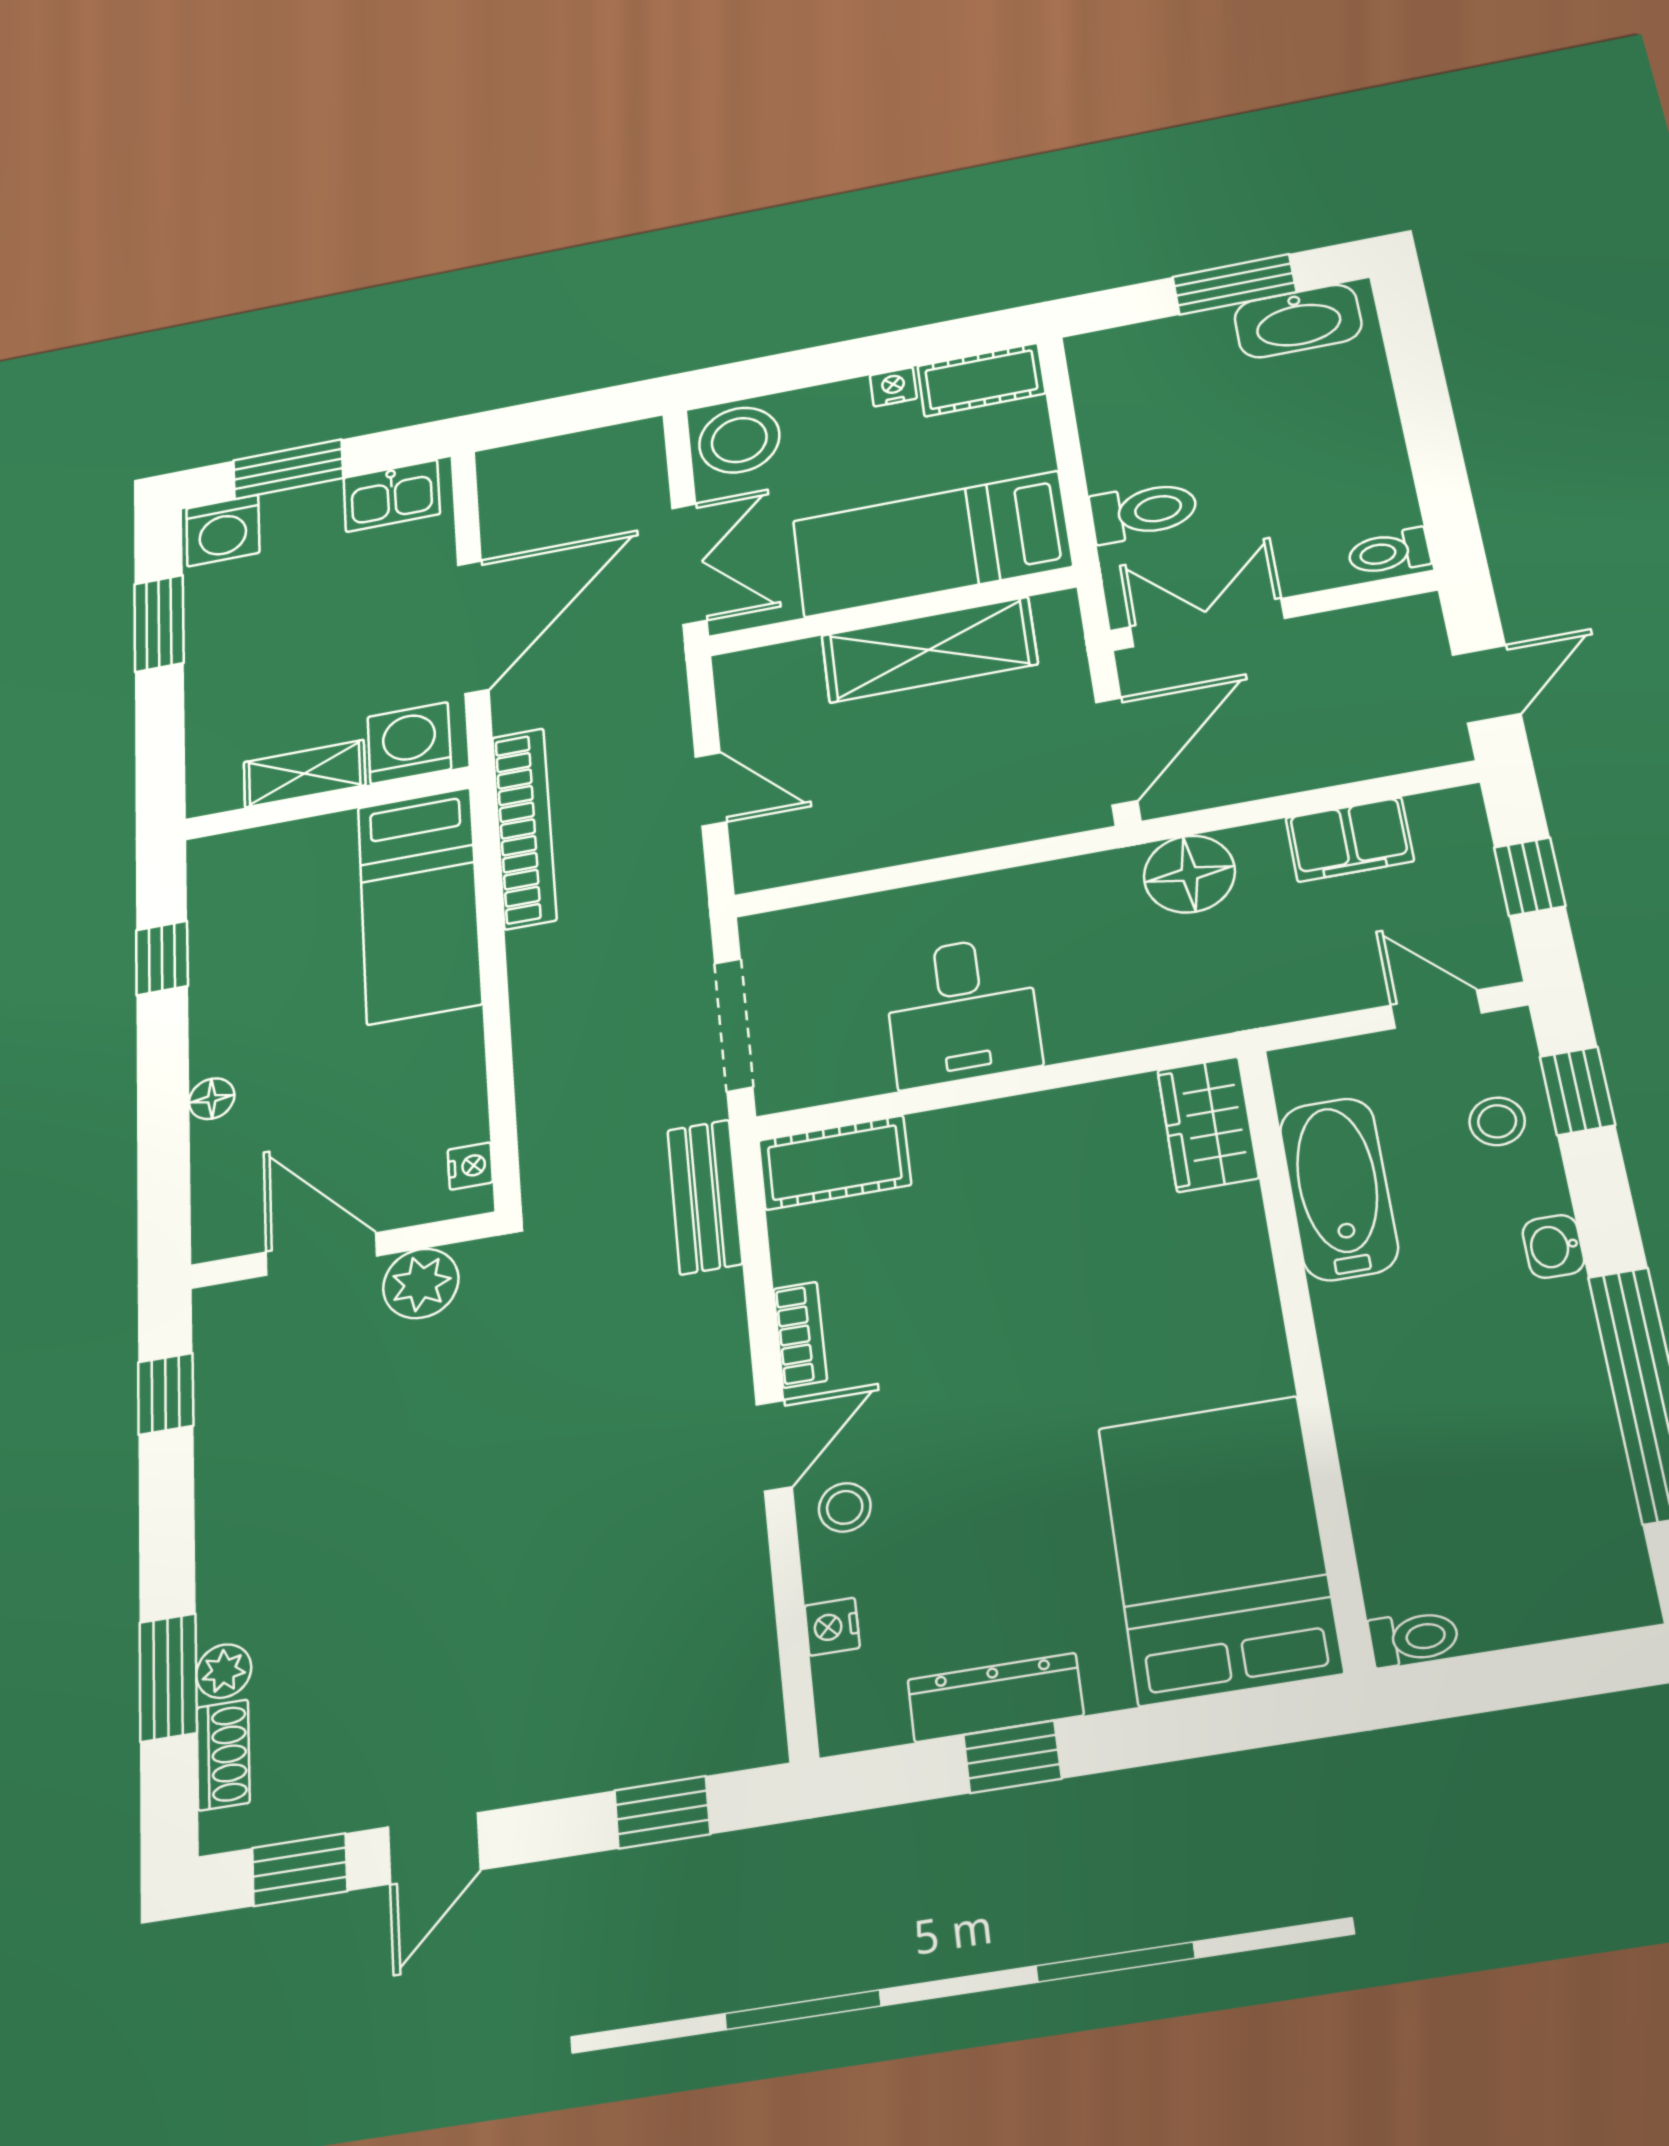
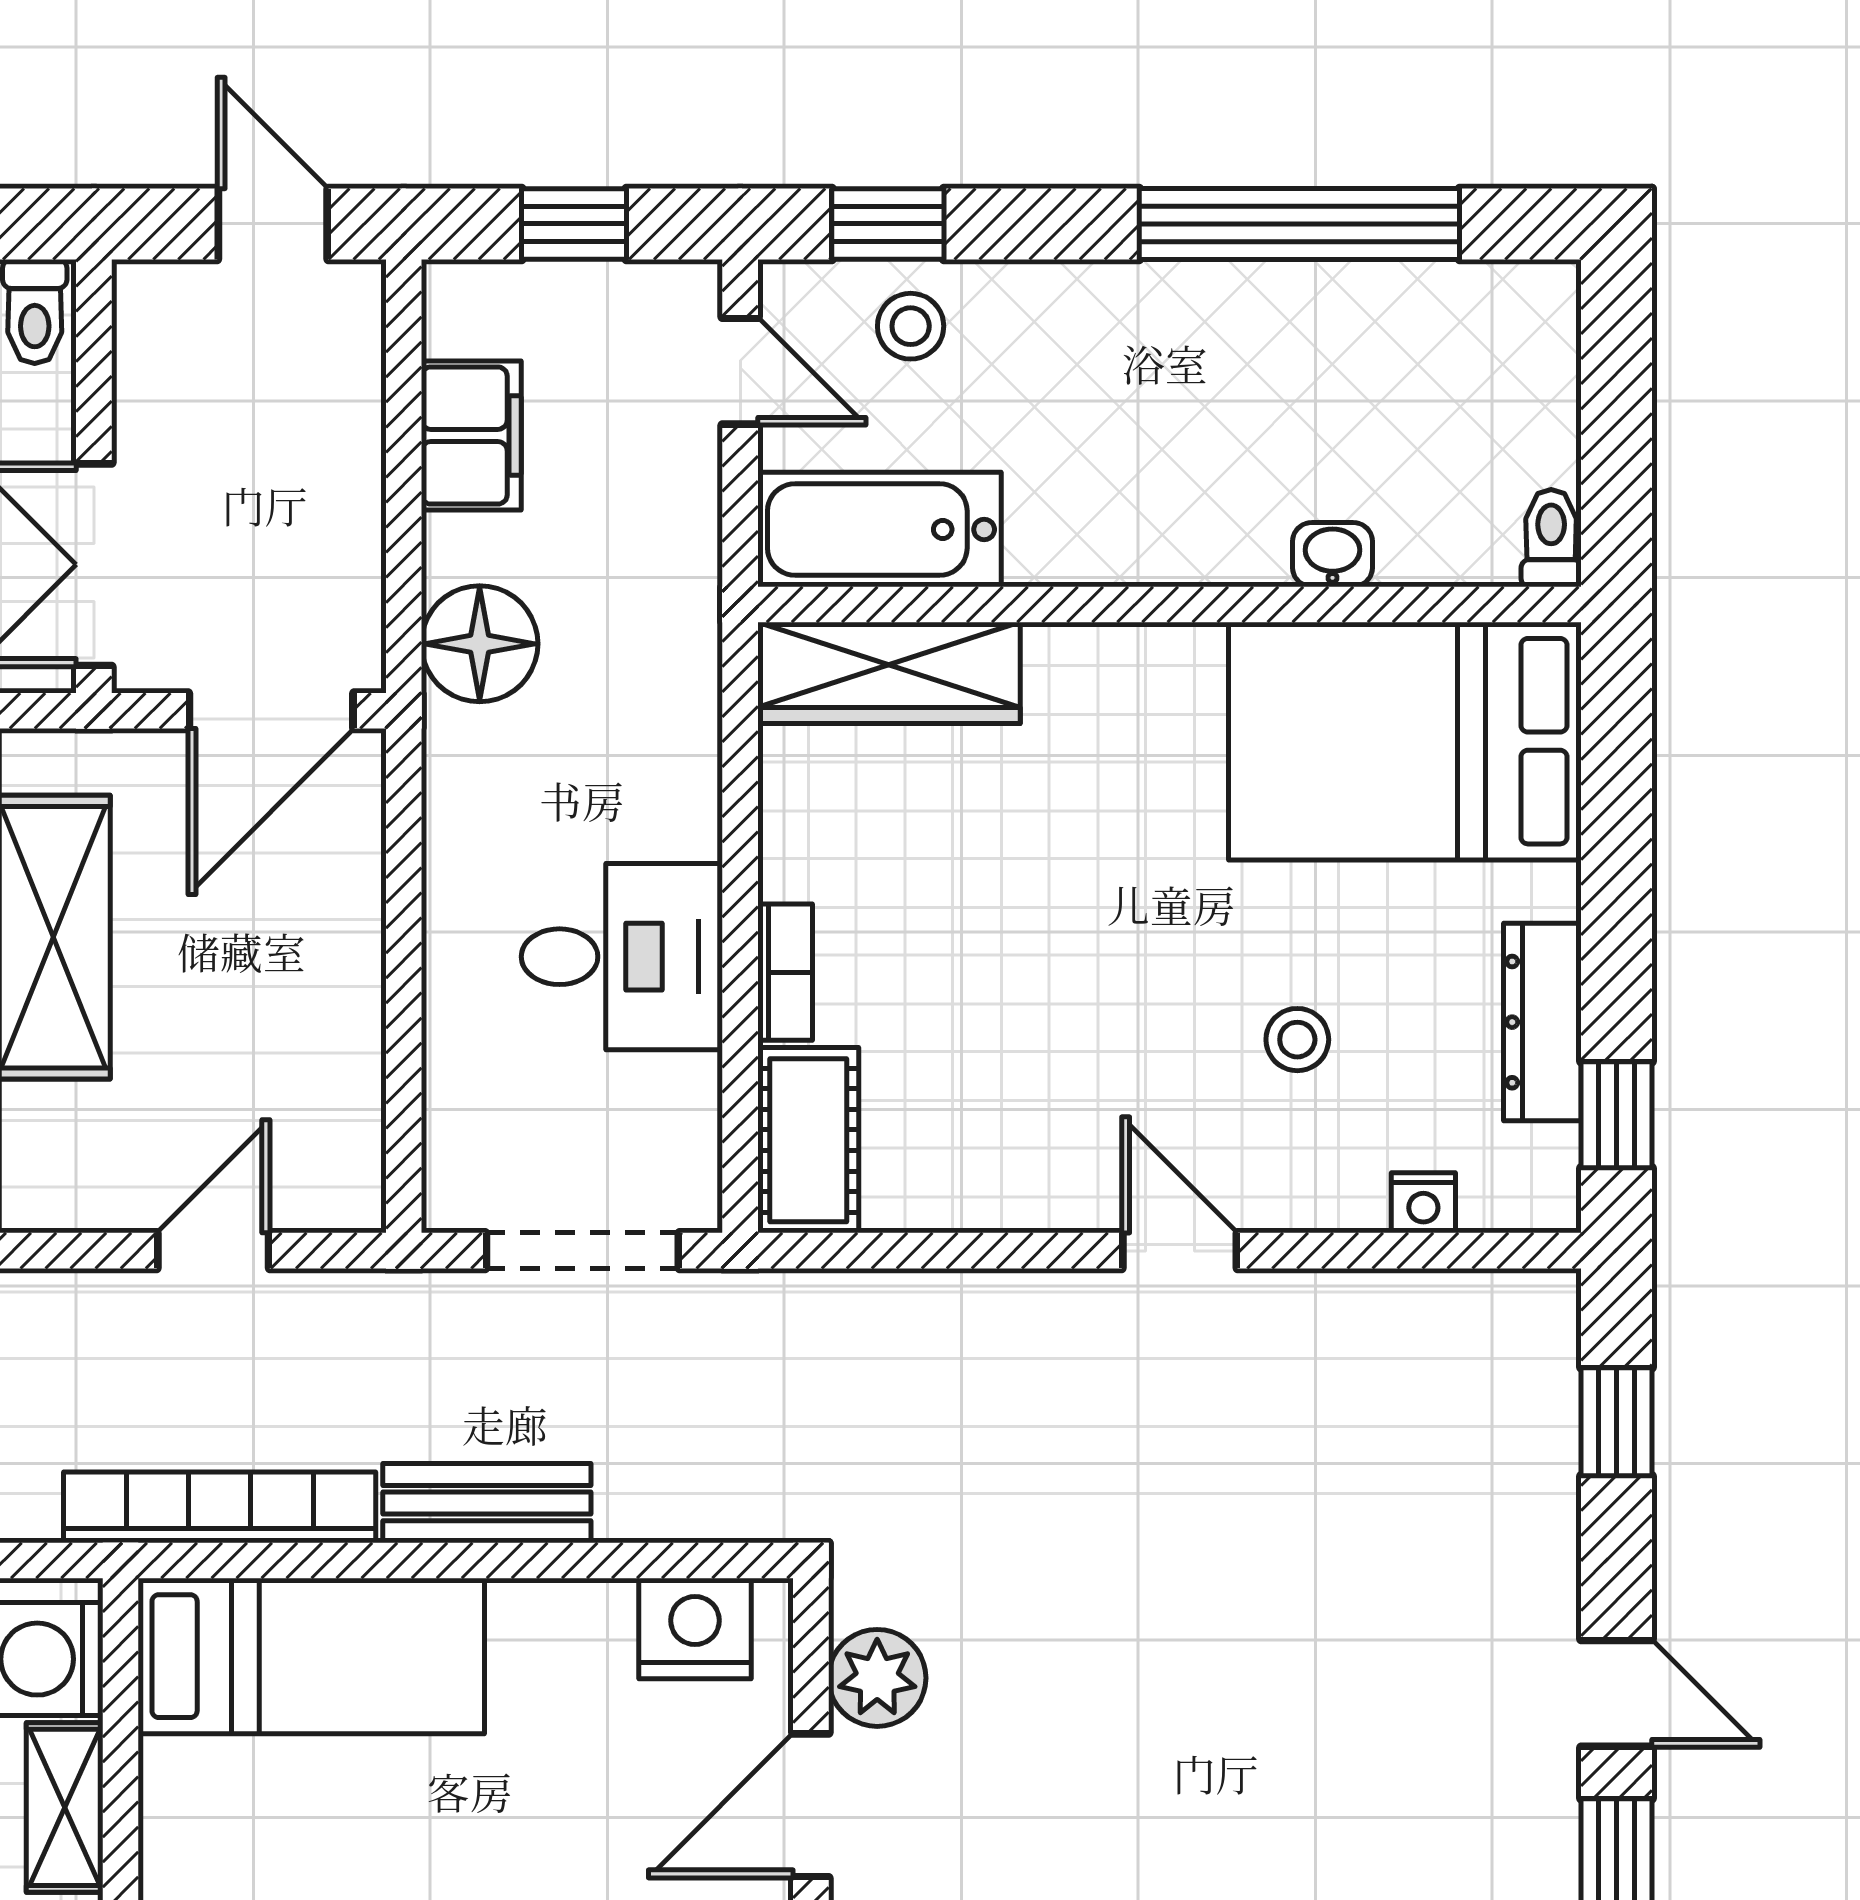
door: (1116, 751) -> (271, 711), swing flipped
door: (1436, 1009) -> (740, 371), swing flipped
wardrobe: (1208, 1124) -> (889, 673), width x1.50
nightstand: (470, 1166) -> (695, 1629), width x1.89, depth x1.79
bathtub: (1339, 1189) -> (879, 529), moved
bench: (705, 1197) -> (487, 1503), moved
washbasin: (1553, 1246) -> (1332, 555), moved, turned 180
bookcase: (800, 1335) -> (785, 972), moved, turned 90
stool: (845, 1507) -> (1297, 1040), moved
window: (1012, 1757) -> (1616, 1115), moved

